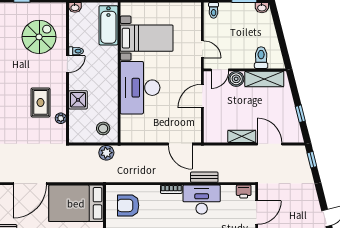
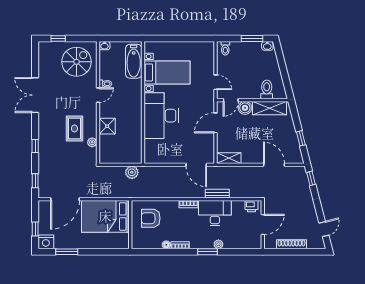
spiral stairs: (39, 37) -> (77, 62), moved
stool: (103, 128) -> (129, 151), removed
shelving: (242, 136) -> (229, 158), moved

